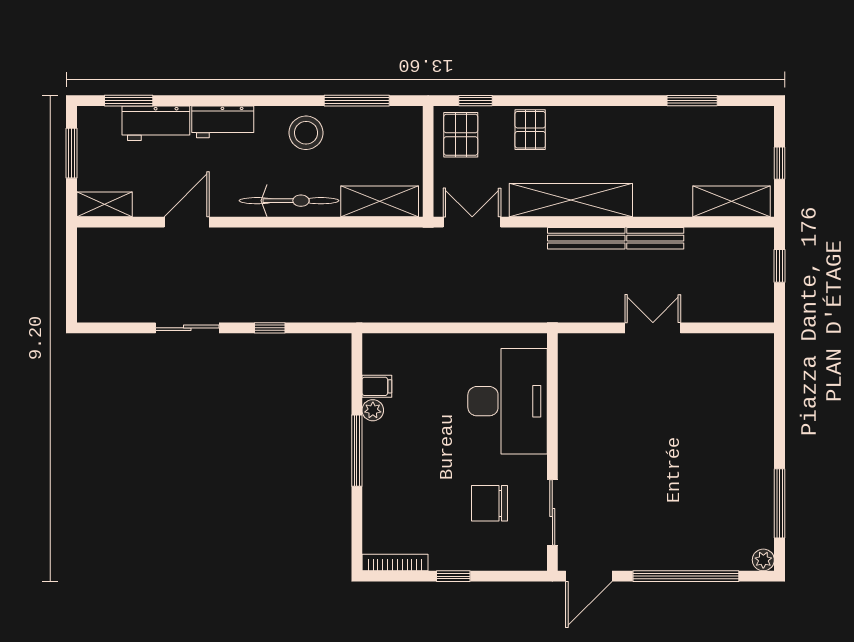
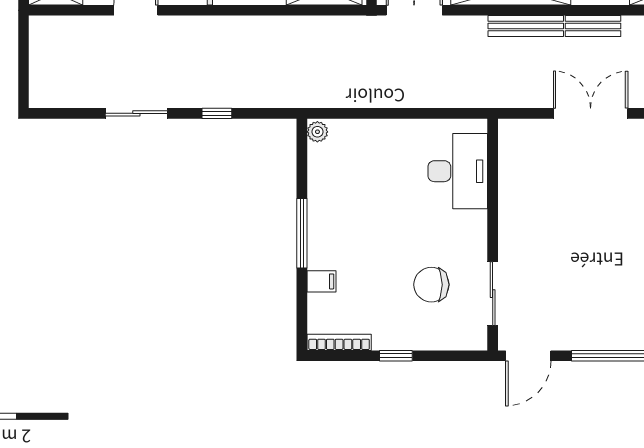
double door: (653, 328) -> (591, 113), width x1.37
filing cabinet: (377, 386) -> (321, 281), moved
desk: (507, 401) -> (458, 171), width x0.73, depth x0.77
plant: (373, 410) -> (317, 132), moved

